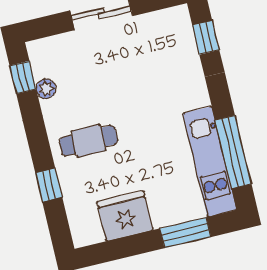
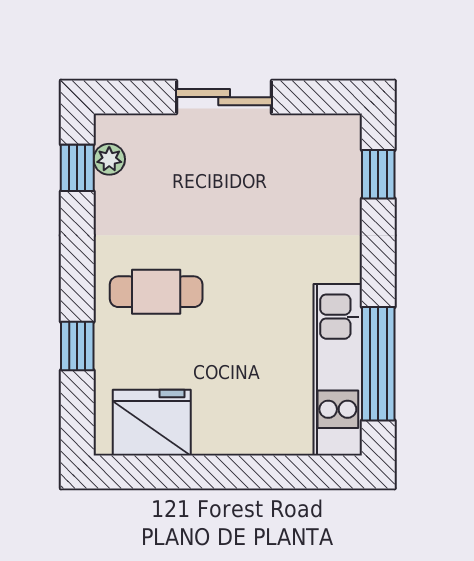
plant: (46, 89) -> (109, 159), moved
fridge: (125, 216) -> (152, 423), moved
window: (185, 233) -> (273, 472), removed

